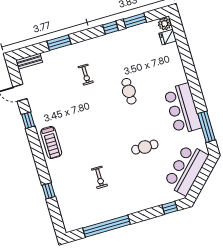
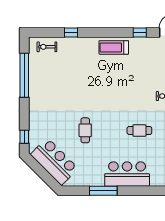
bar counter: (183, 109) -> (127, 174), moved
window: (206, 127) -> (103, 191), moved
exercise bike: (99, 177) -> (47, 47), moved

